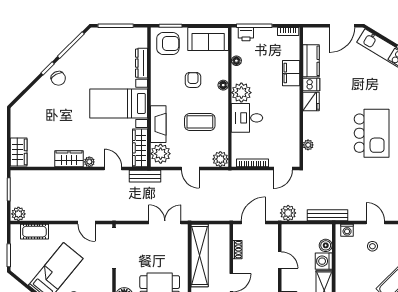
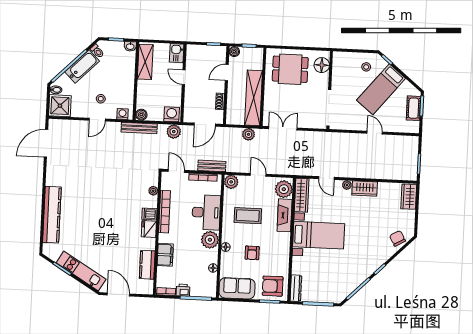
door: (342, 26) -> (118, 294), hinge flipped
printer: (246, 34) -> (183, 290), moved
dresser: (142, 63) -> (296, 288), moved
chair: (58, 78) -> (397, 238), moved
dishwasher: (311, 85) -> (149, 214), moved
desk: (247, 118) -> (206, 212), width x1.37
bookcase: (294, 122) -> (165, 212), added
kitchen island: (372, 133) -> (97, 198), removed
door: (283, 169) -> (176, 171), hinge flipped
bench: (145, 176) -> (212, 166), moved
plant: (18, 214) -> (249, 134), moved
door: (86, 222) -> (375, 133), moved
double door: (165, 222) -> (283, 128), swing flipped
door: (375, 222) -> (97, 120), hinge flipped
cot: (34, 232) -> (414, 108), moved, turned 90
boiler: (326, 245) -> (141, 115), moved
door: (280, 260) -> (184, 77), moved
washing machine: (324, 261) -> (172, 114), moved, turned -90

